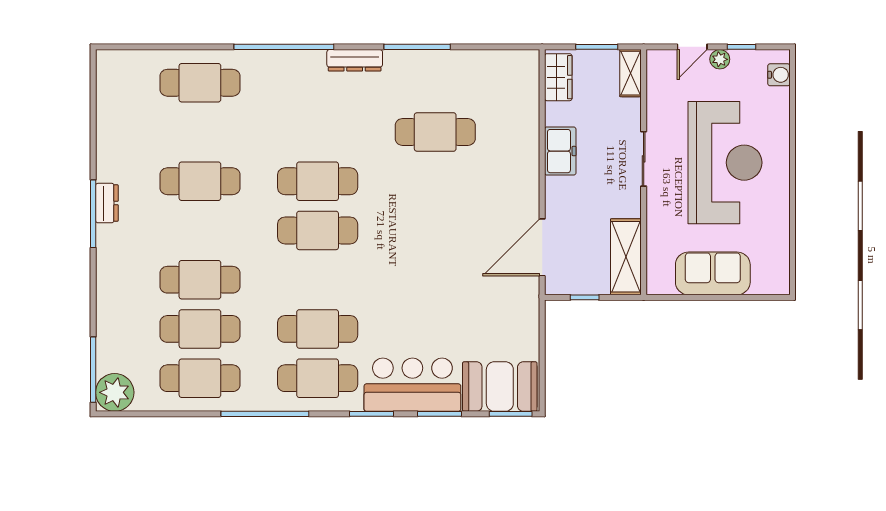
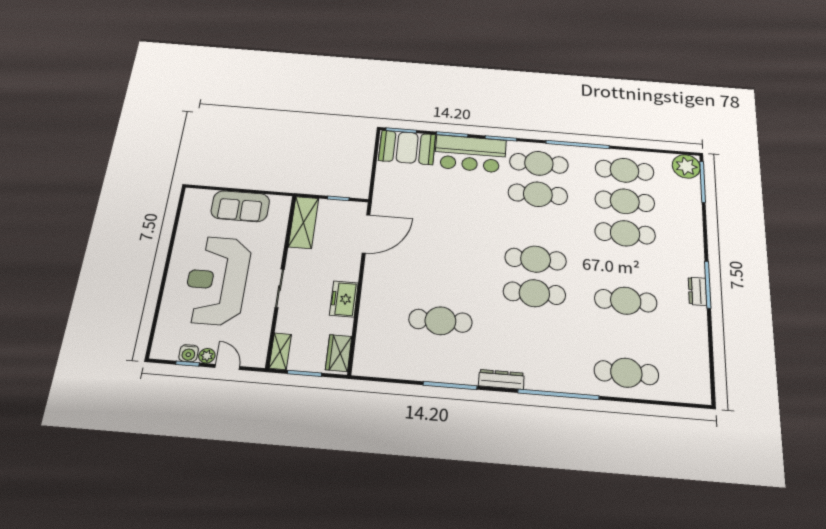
door: (692, 47) -> (227, 367), hinge flipped
water cooler: (779, 75) -> (189, 353), moved, turned -90

